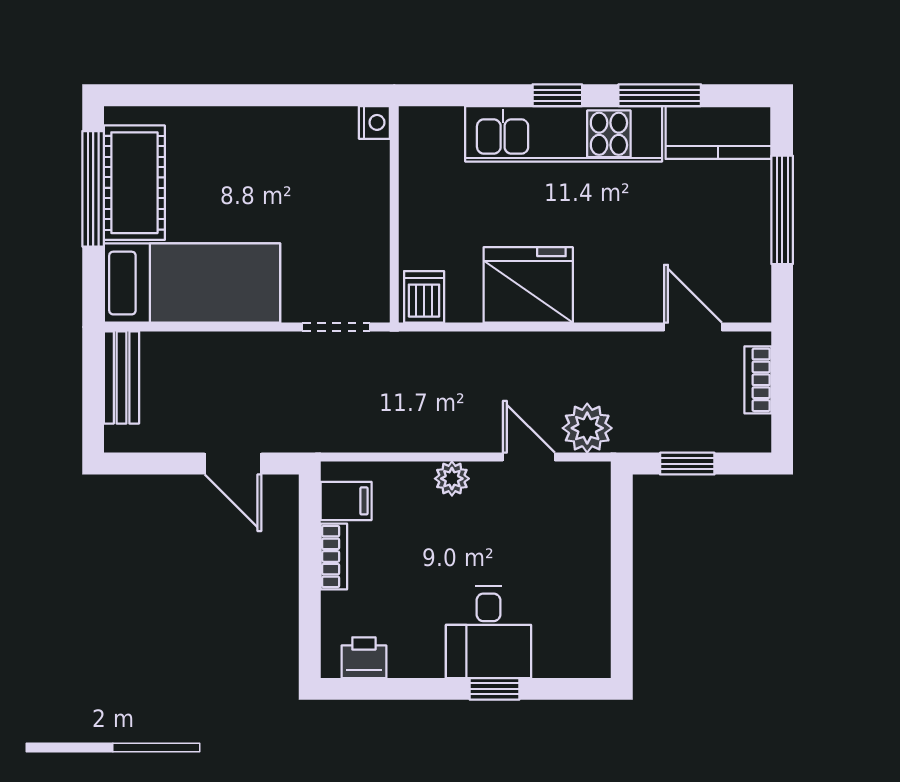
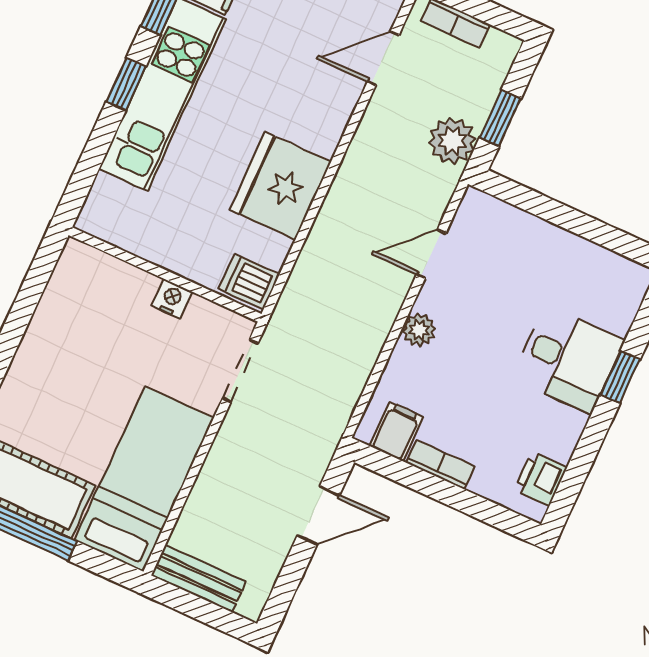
nightstand: (374, 122) -> (172, 299), moved
plant: (587, 428) -> (452, 141), moved

